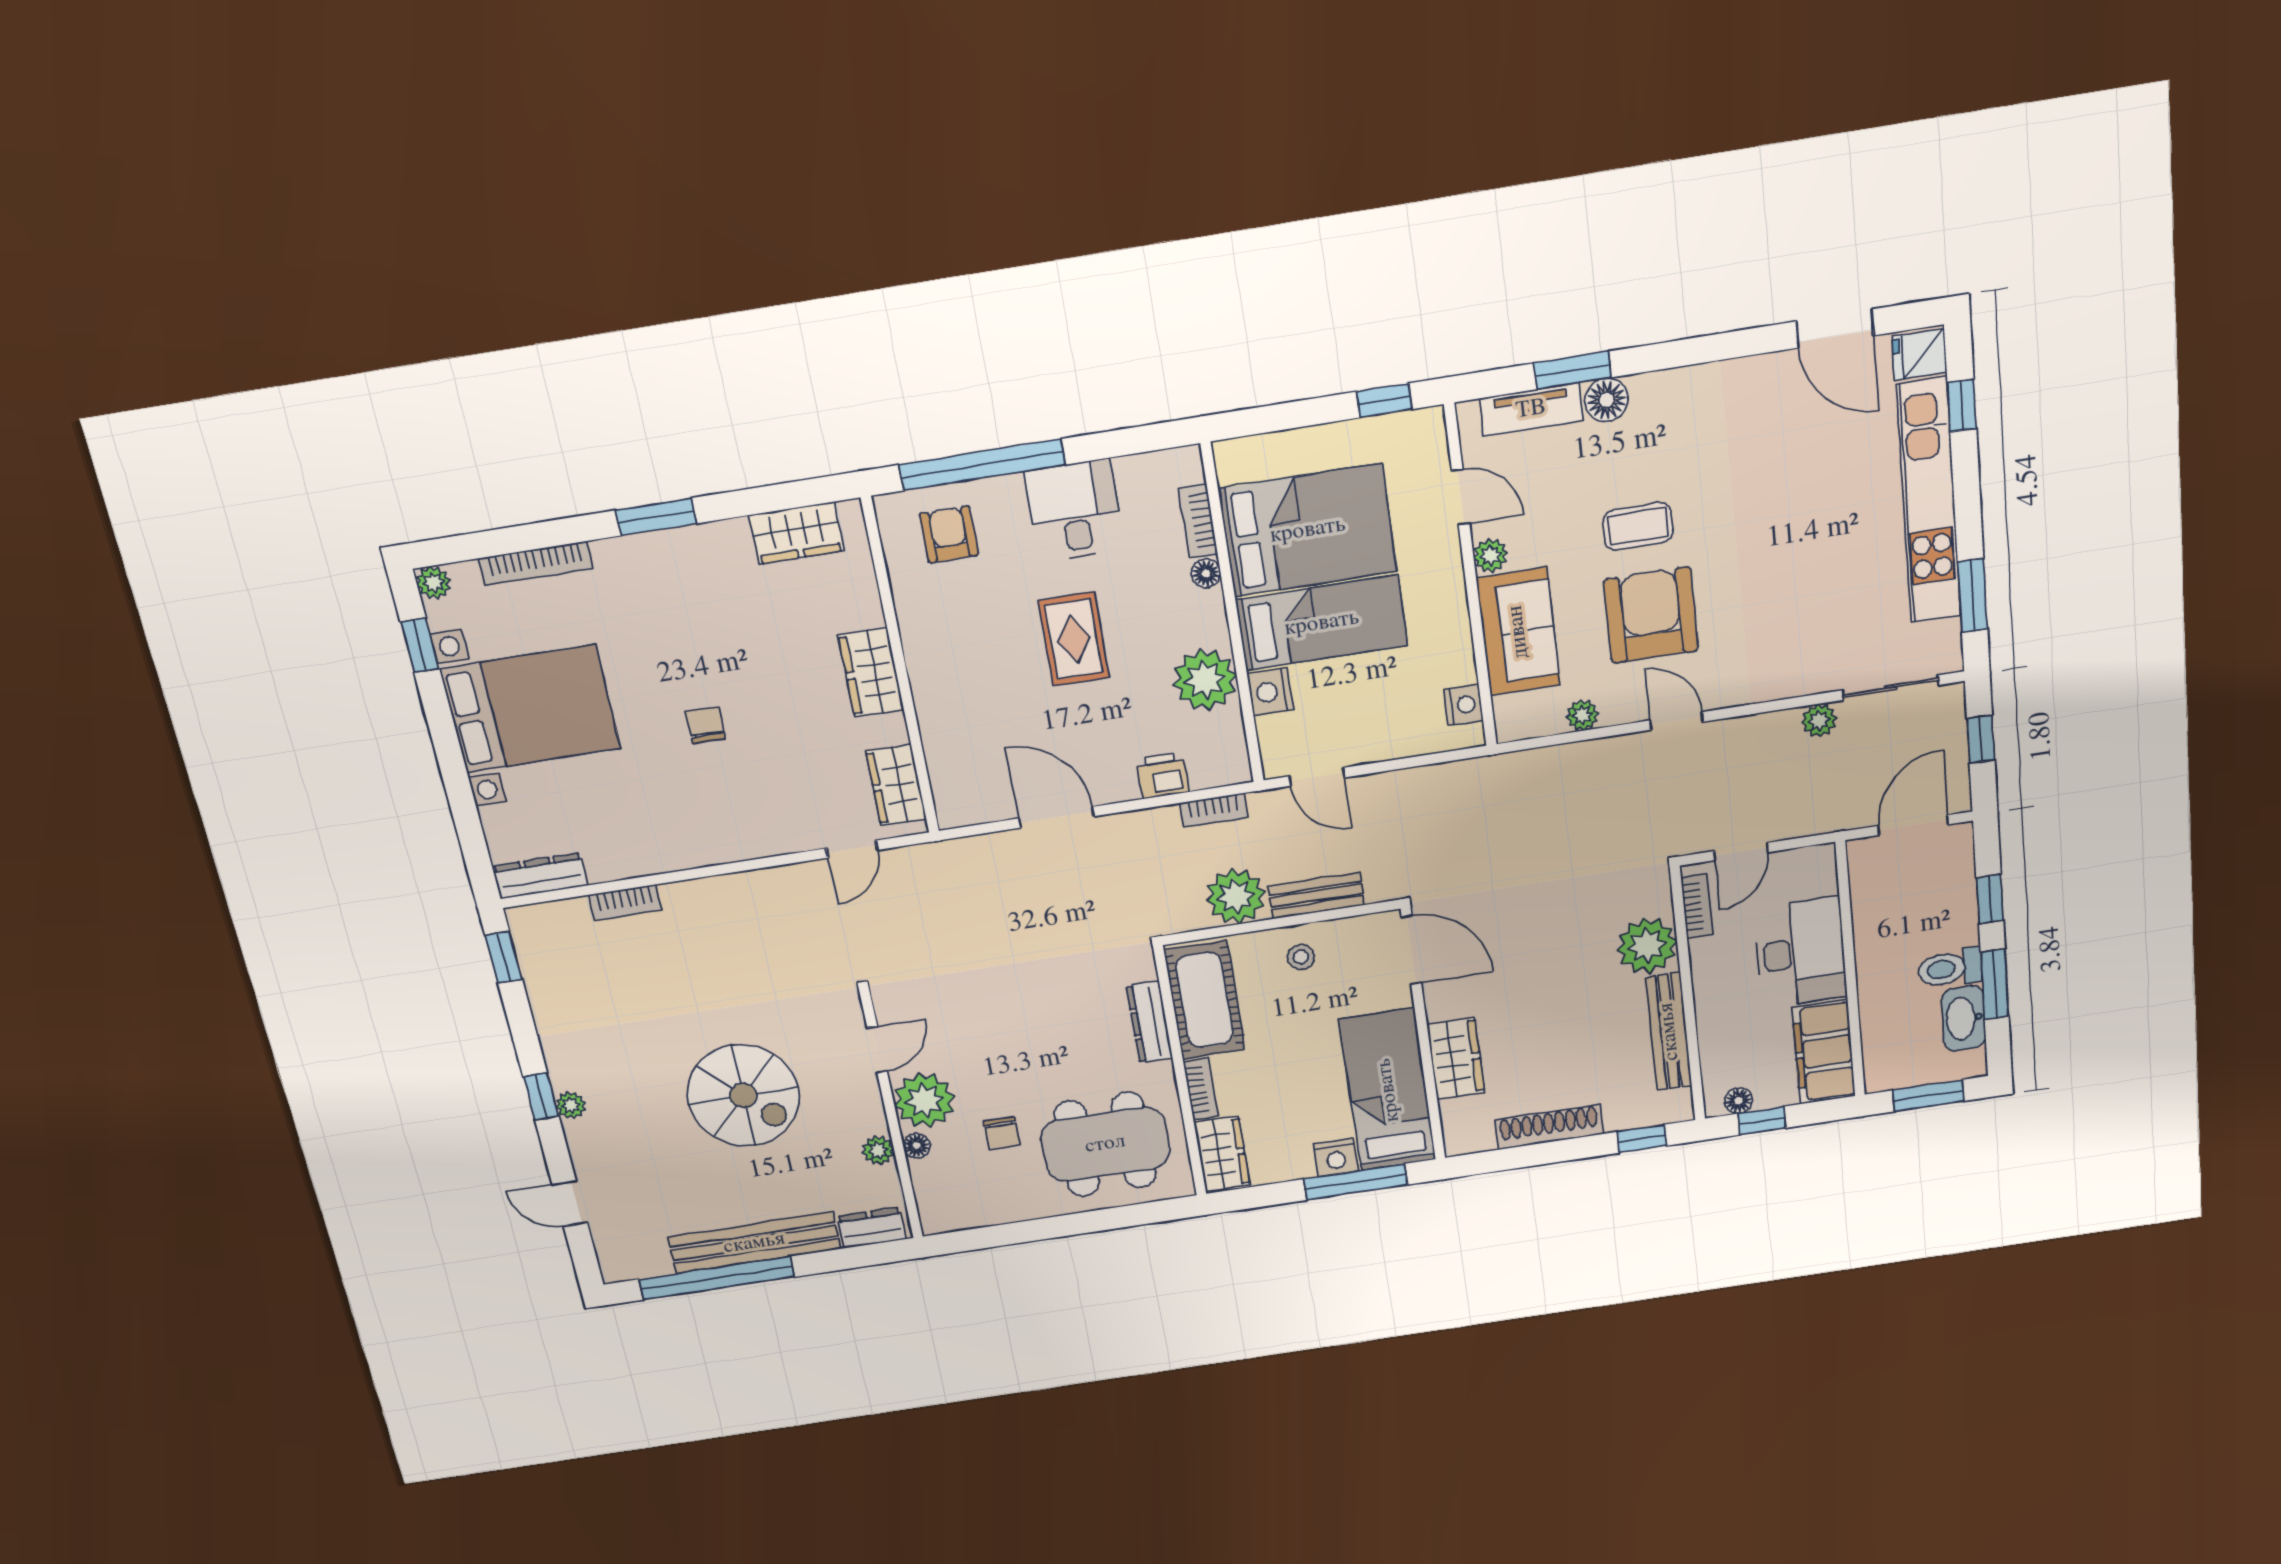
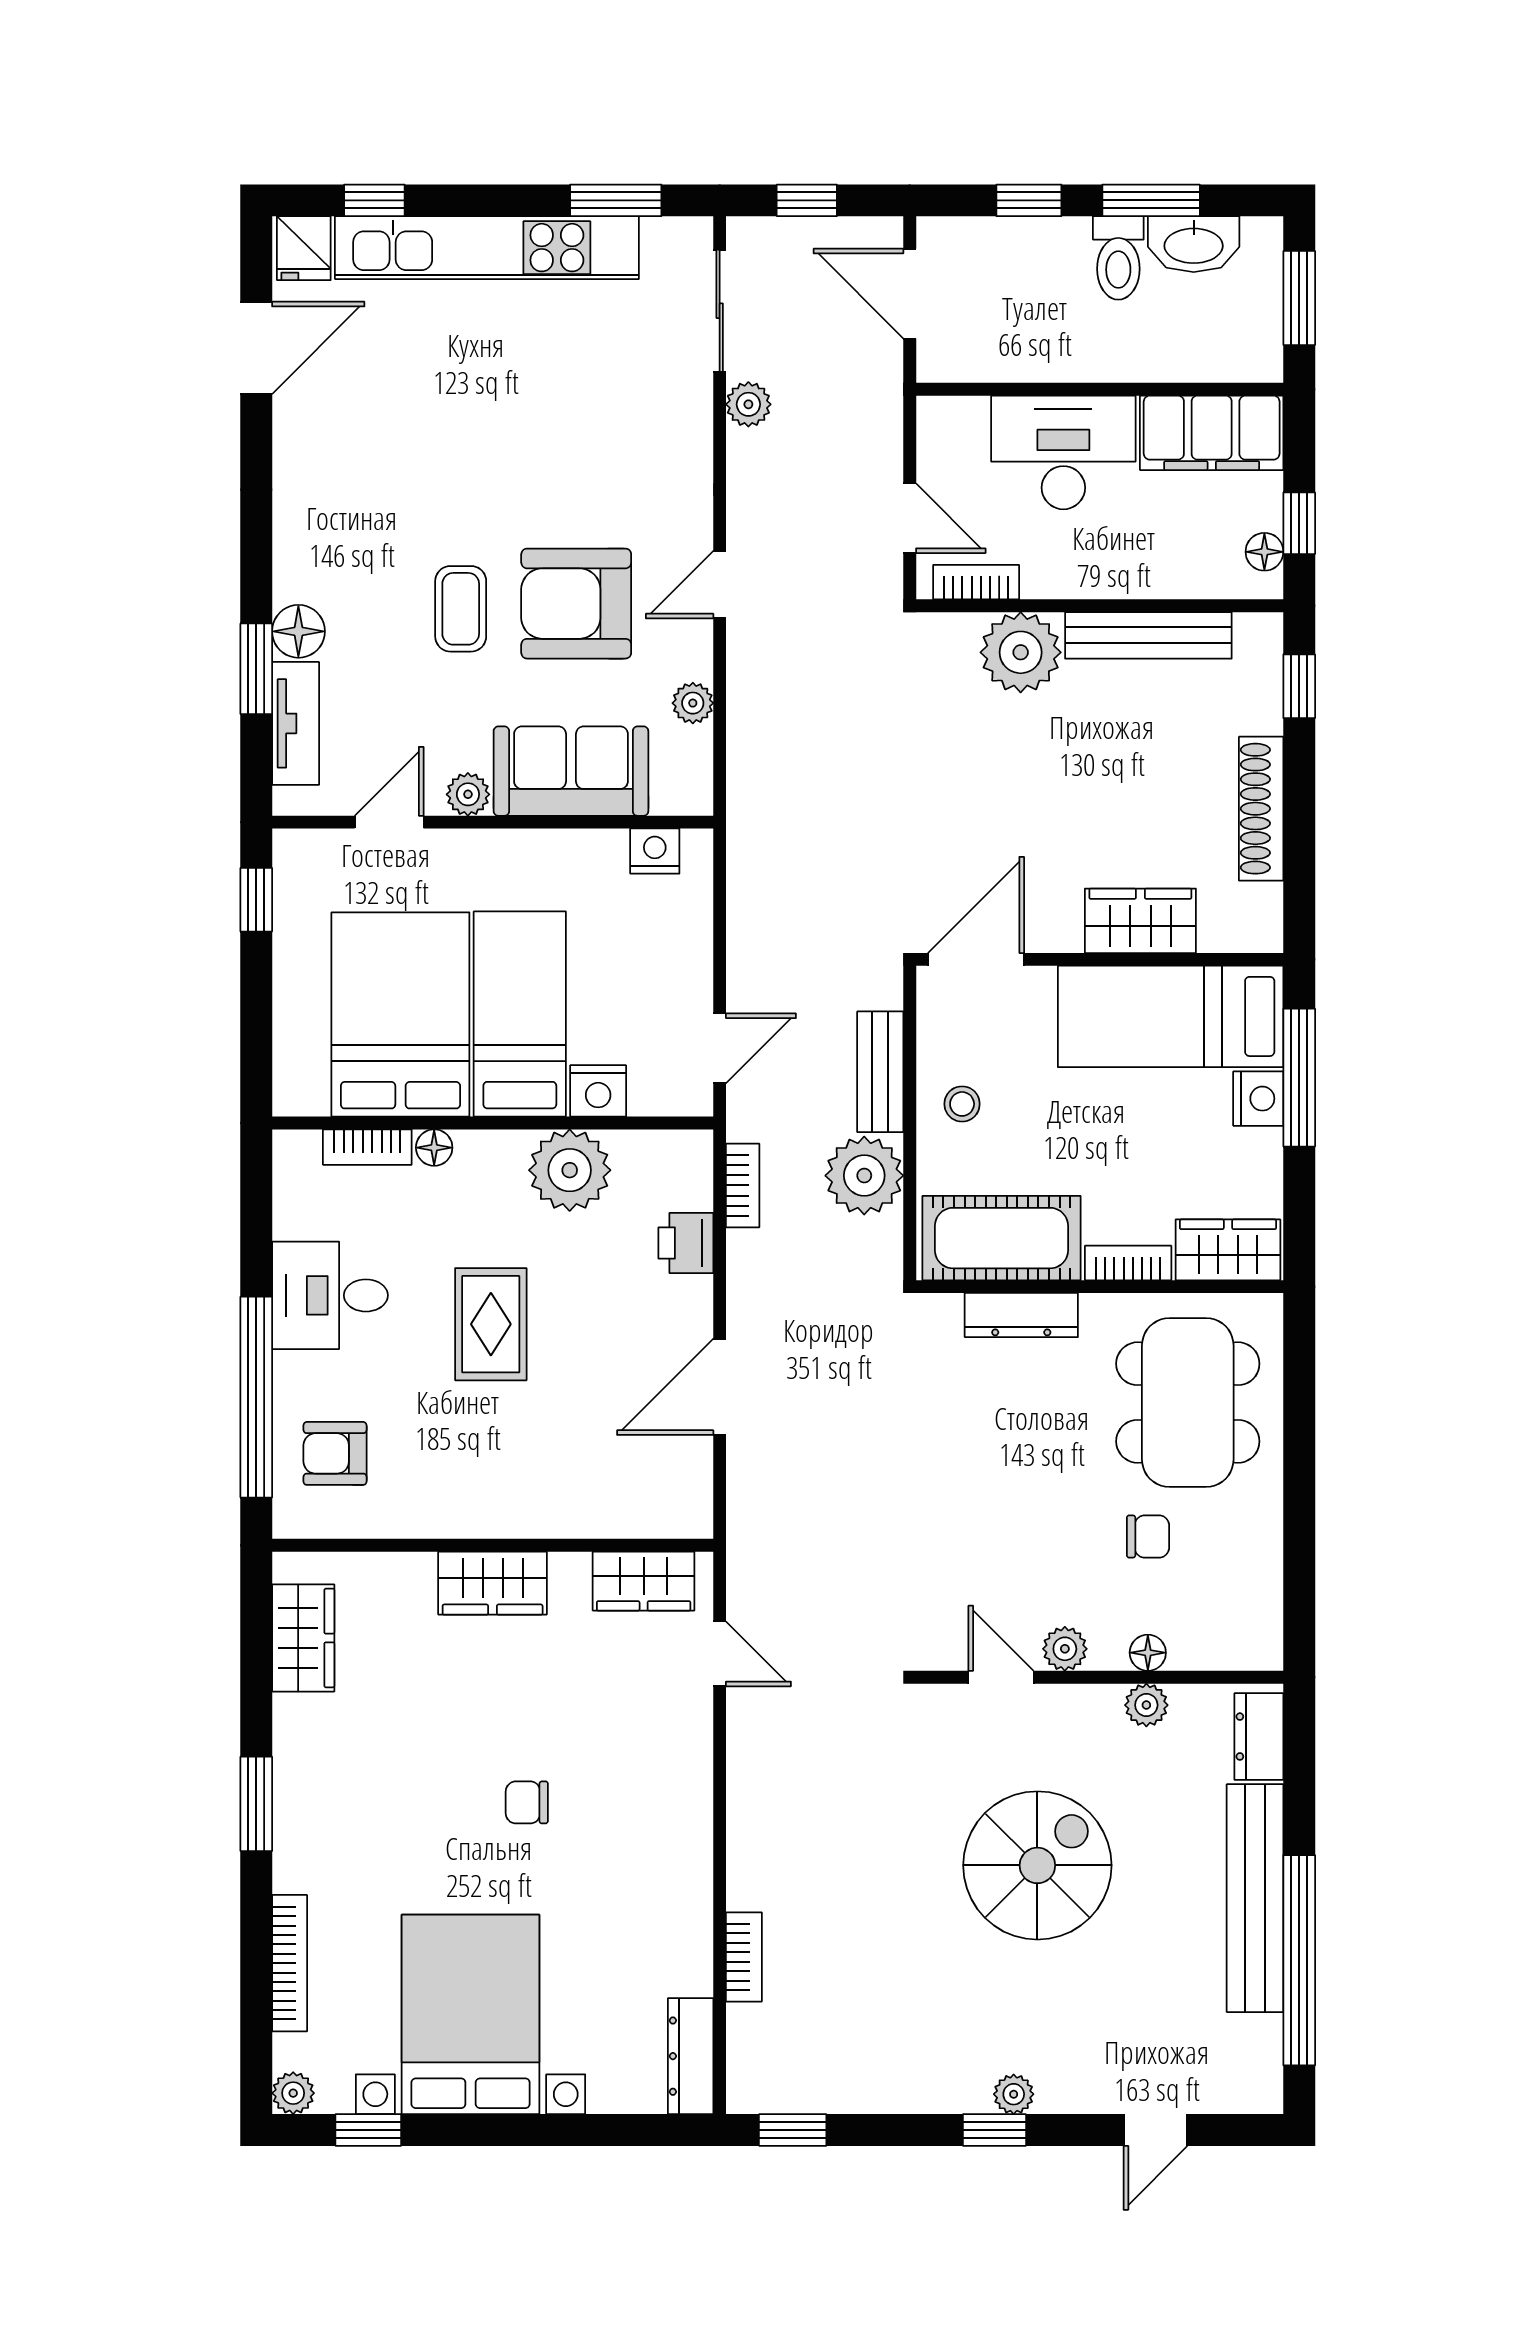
rug: (1074, 639) -> (491, 1324), turned 90
plant: (925, 1100) -> (1065, 1649), width x0.53, depth x0.53

